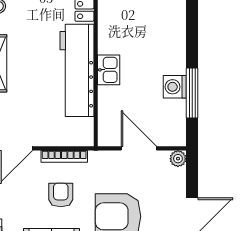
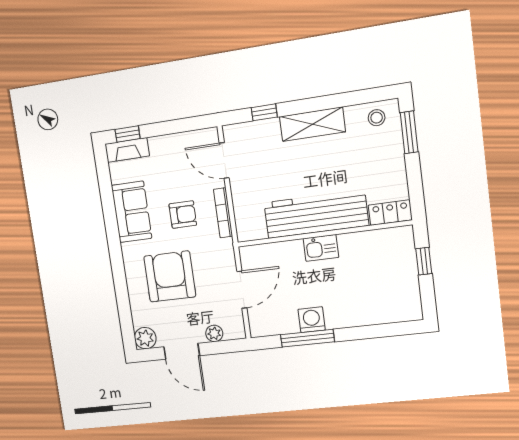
plant: (178, 159) -> (214, 333), moved

